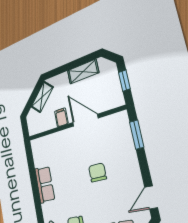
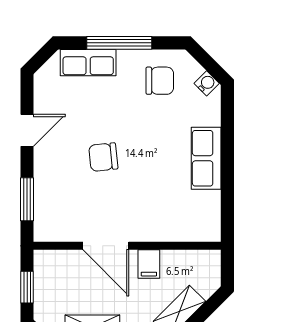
chair: (97, 173) -> (103, 157), turned 84
door: (151, 197) -> (27, 130), moved

